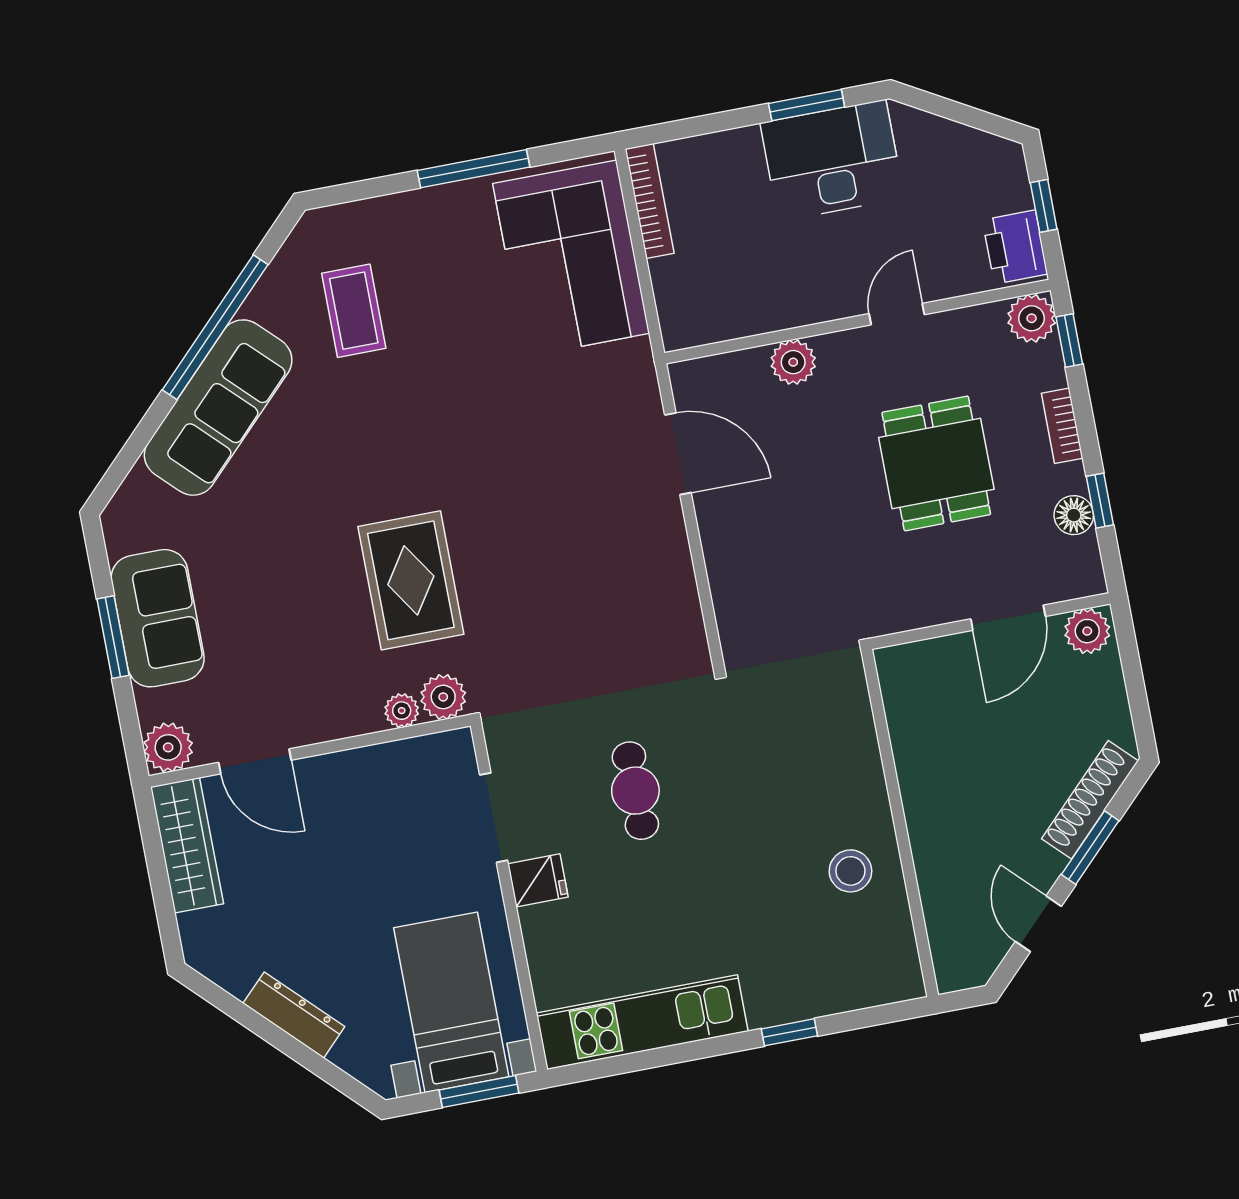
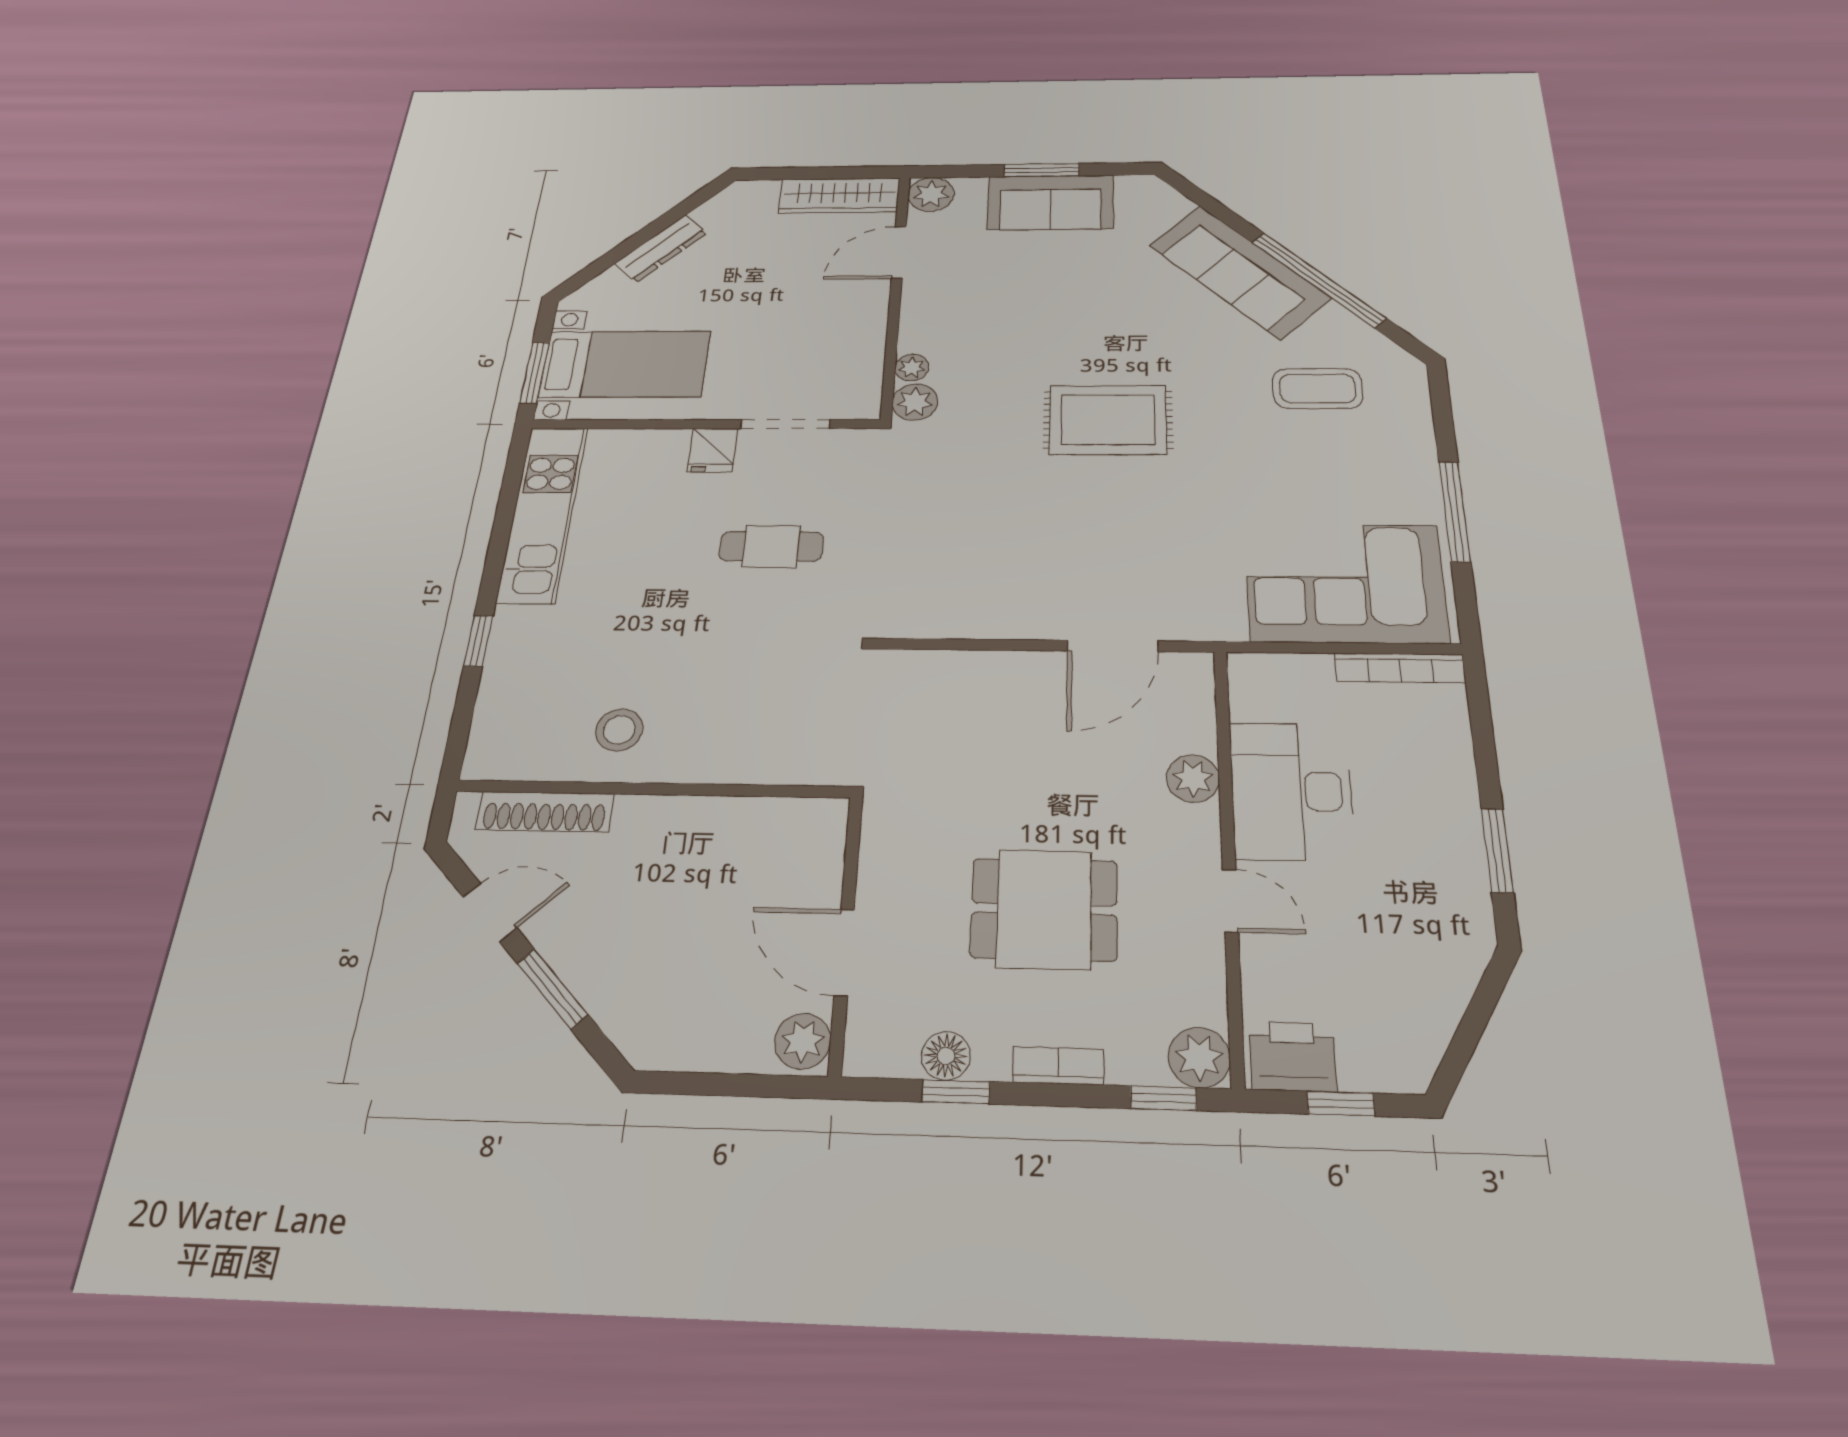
desk: (832, 160) -> (1291, 791), moved, turned 180
rug: (411, 580) -> (1108, 420), moved
shoe rack: (1090, 800) -> (545, 812), moved, turned 135

